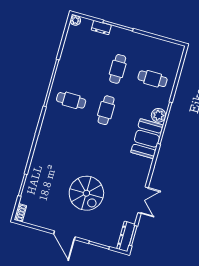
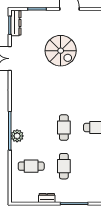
dresser: (101, 28) -> (47, 198), moved
booth: (147, 139) -> (21, 113), removed
spiral stairs: (86, 193) -> (61, 51), turned 180

